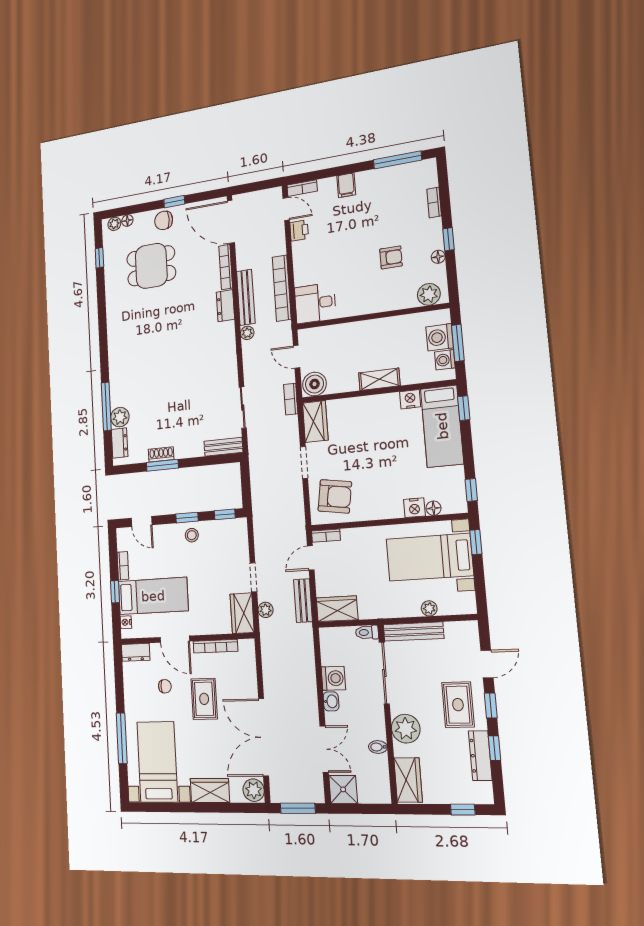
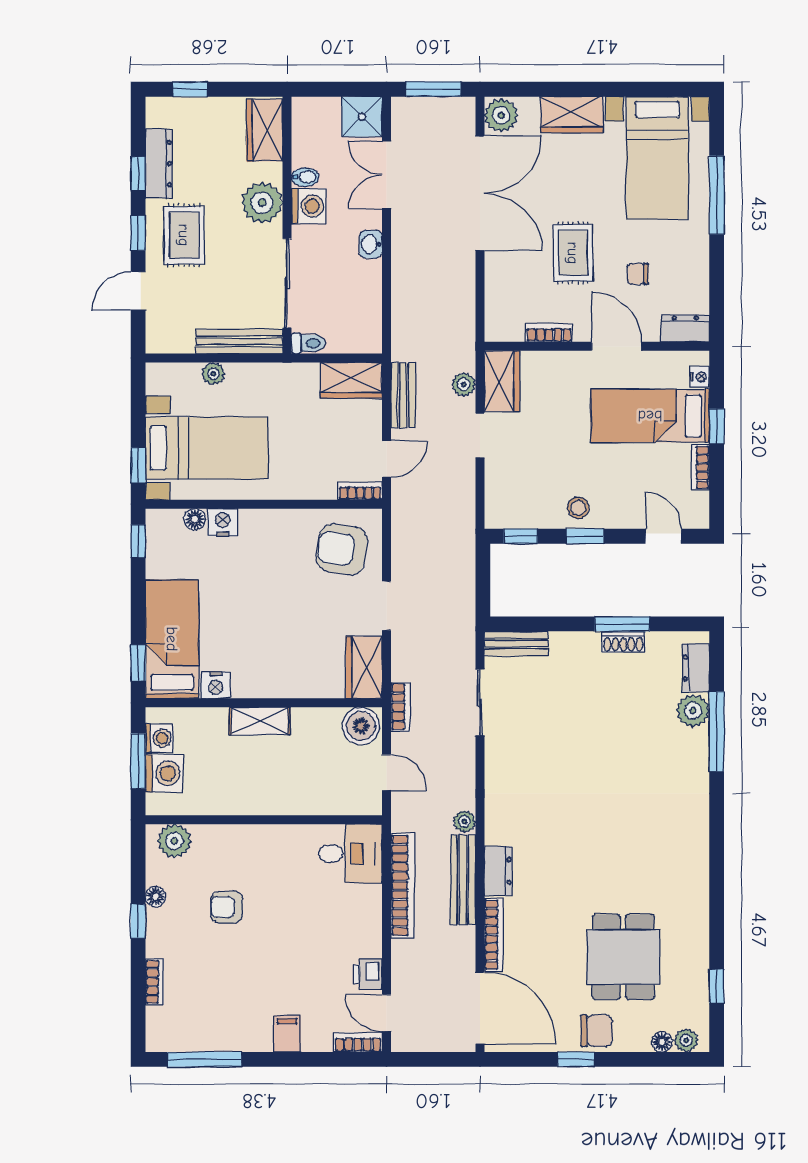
dining table: (151, 266) -> (623, 957), turned 90
bookcase: (215, 646) -> (549, 333), width x0.64
washing machine: (333, 678) -> (309, 206), moved, turned 180

